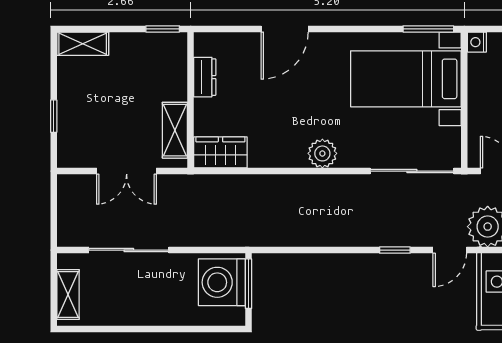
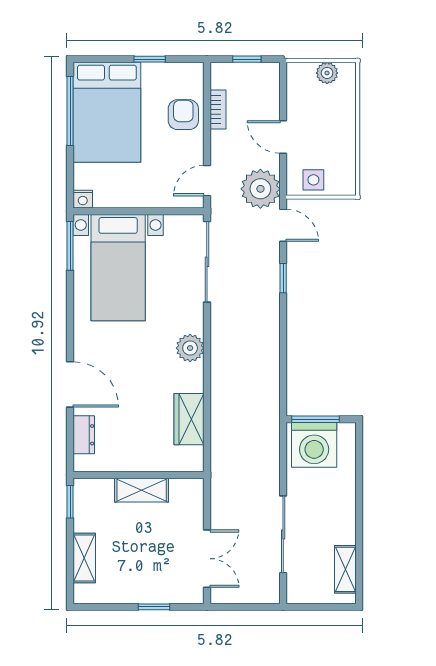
shelving: (83, 44) -> (84, 558), moved
dresser: (205, 77) -> (84, 435), moved, turned 90
shelving: (175, 130) -> (142, 490), moved
wardrobe: (220, 152) -> (189, 419), moved
double door: (127, 171) -> (207, 559), moved
shelving: (68, 295) -> (345, 569), moved, turned 90

